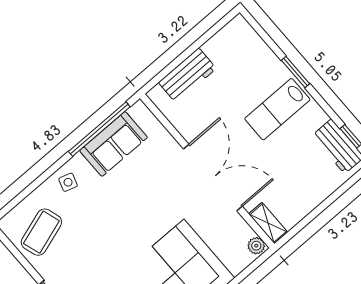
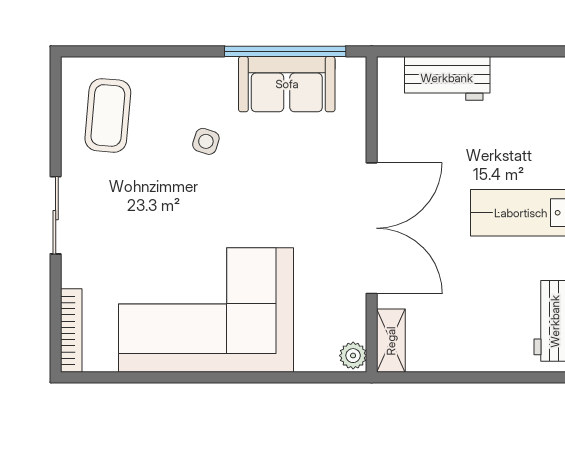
side table: (68, 182) -> (206, 141), moved
coffee table: (41, 232) -> (108, 115), turned -67

